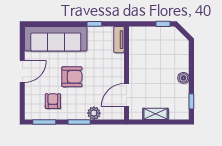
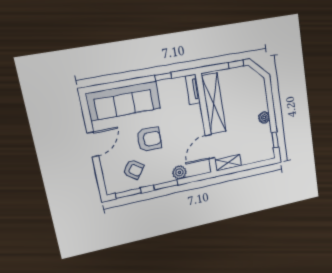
shelving: (136, 56) -> (214, 104), added
armchair: (53, 101) -> (133, 169), turned 125
shelving: (156, 114) -> (228, 163), moved

